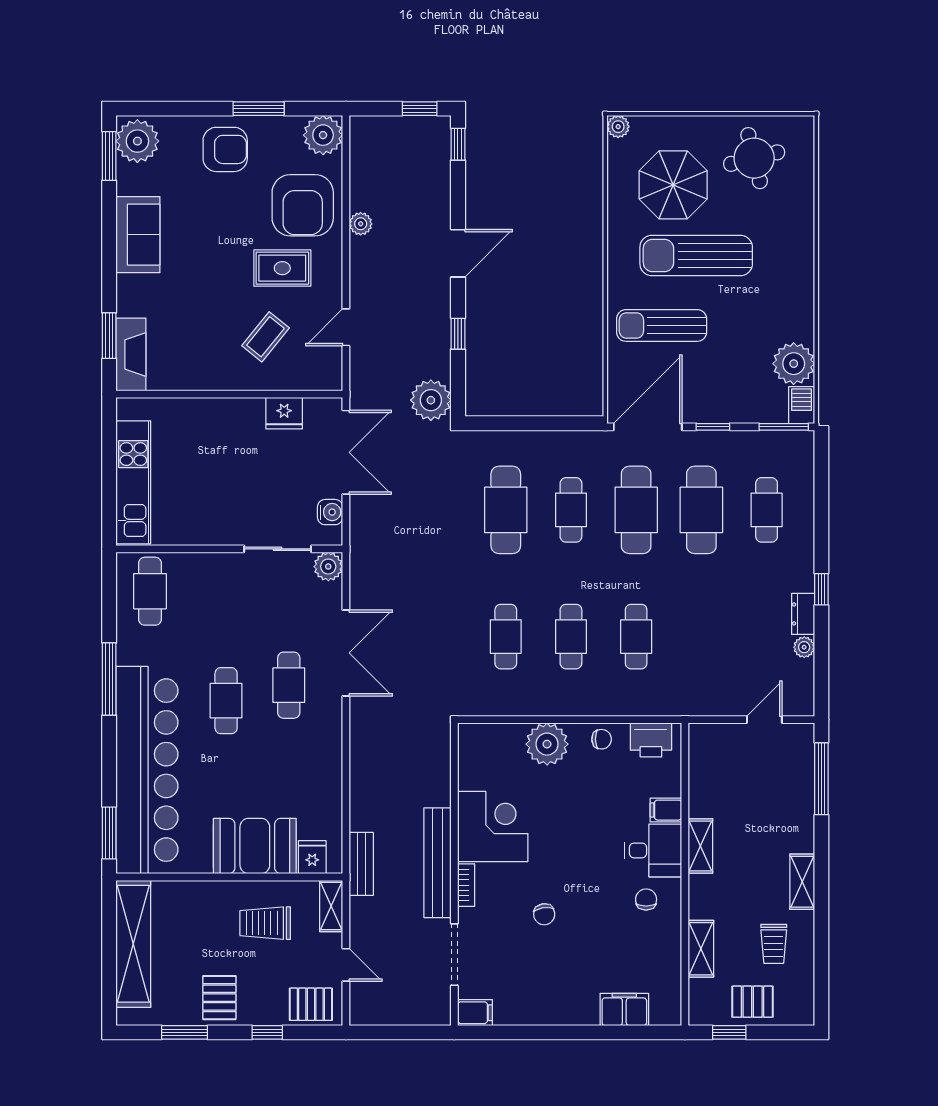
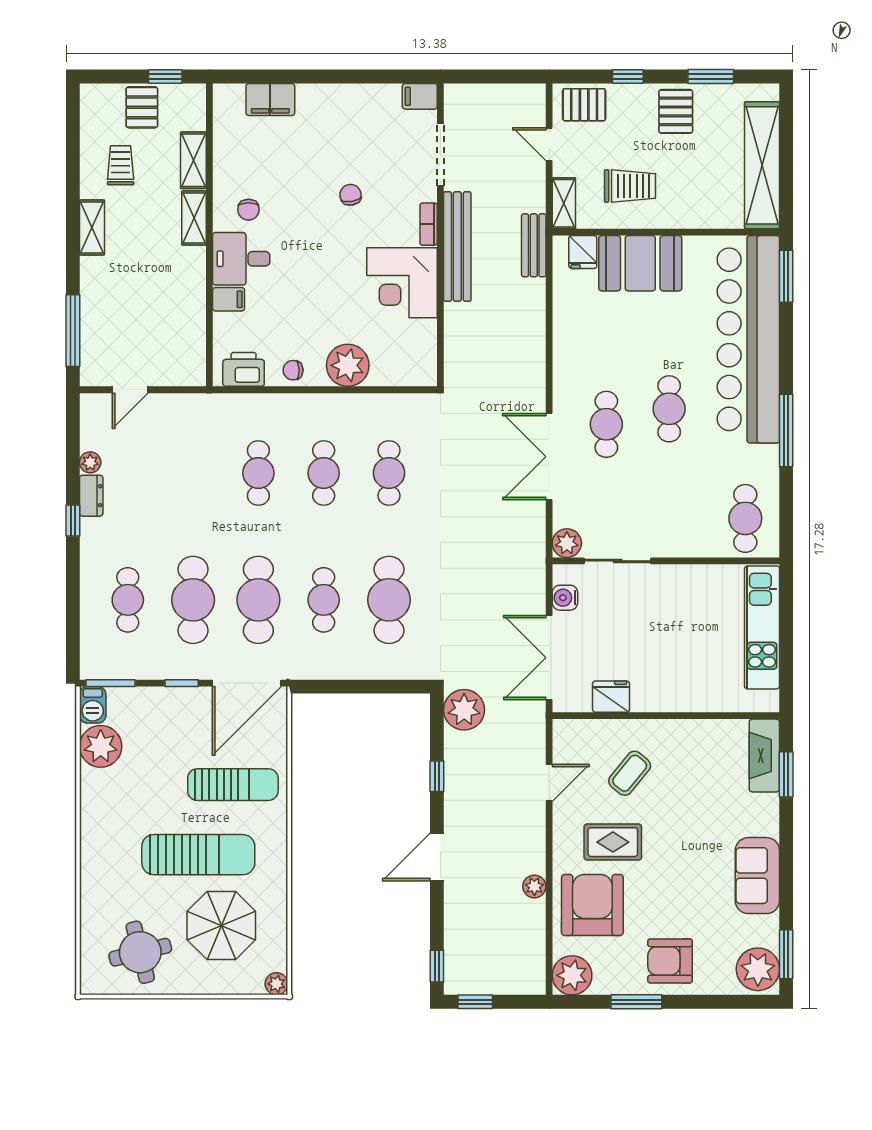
shelving: (700, 846) -> (194, 218), moved
pallet: (753, 1002) -> (142, 107), turned 90

